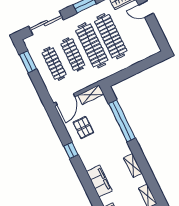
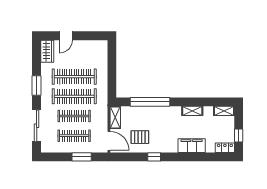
window: (28, 62) -> (82, 157), moved

